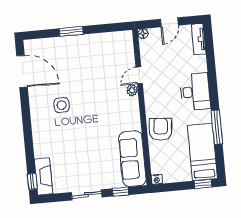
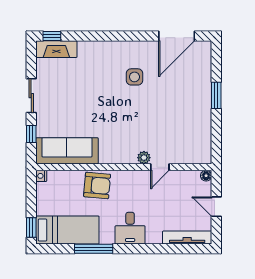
tv unit: (199, 39) -> (187, 238), width x1.41
door: (139, 75) -> (160, 167), swing flipped
desk: (195, 92) -> (130, 228), width x0.73

